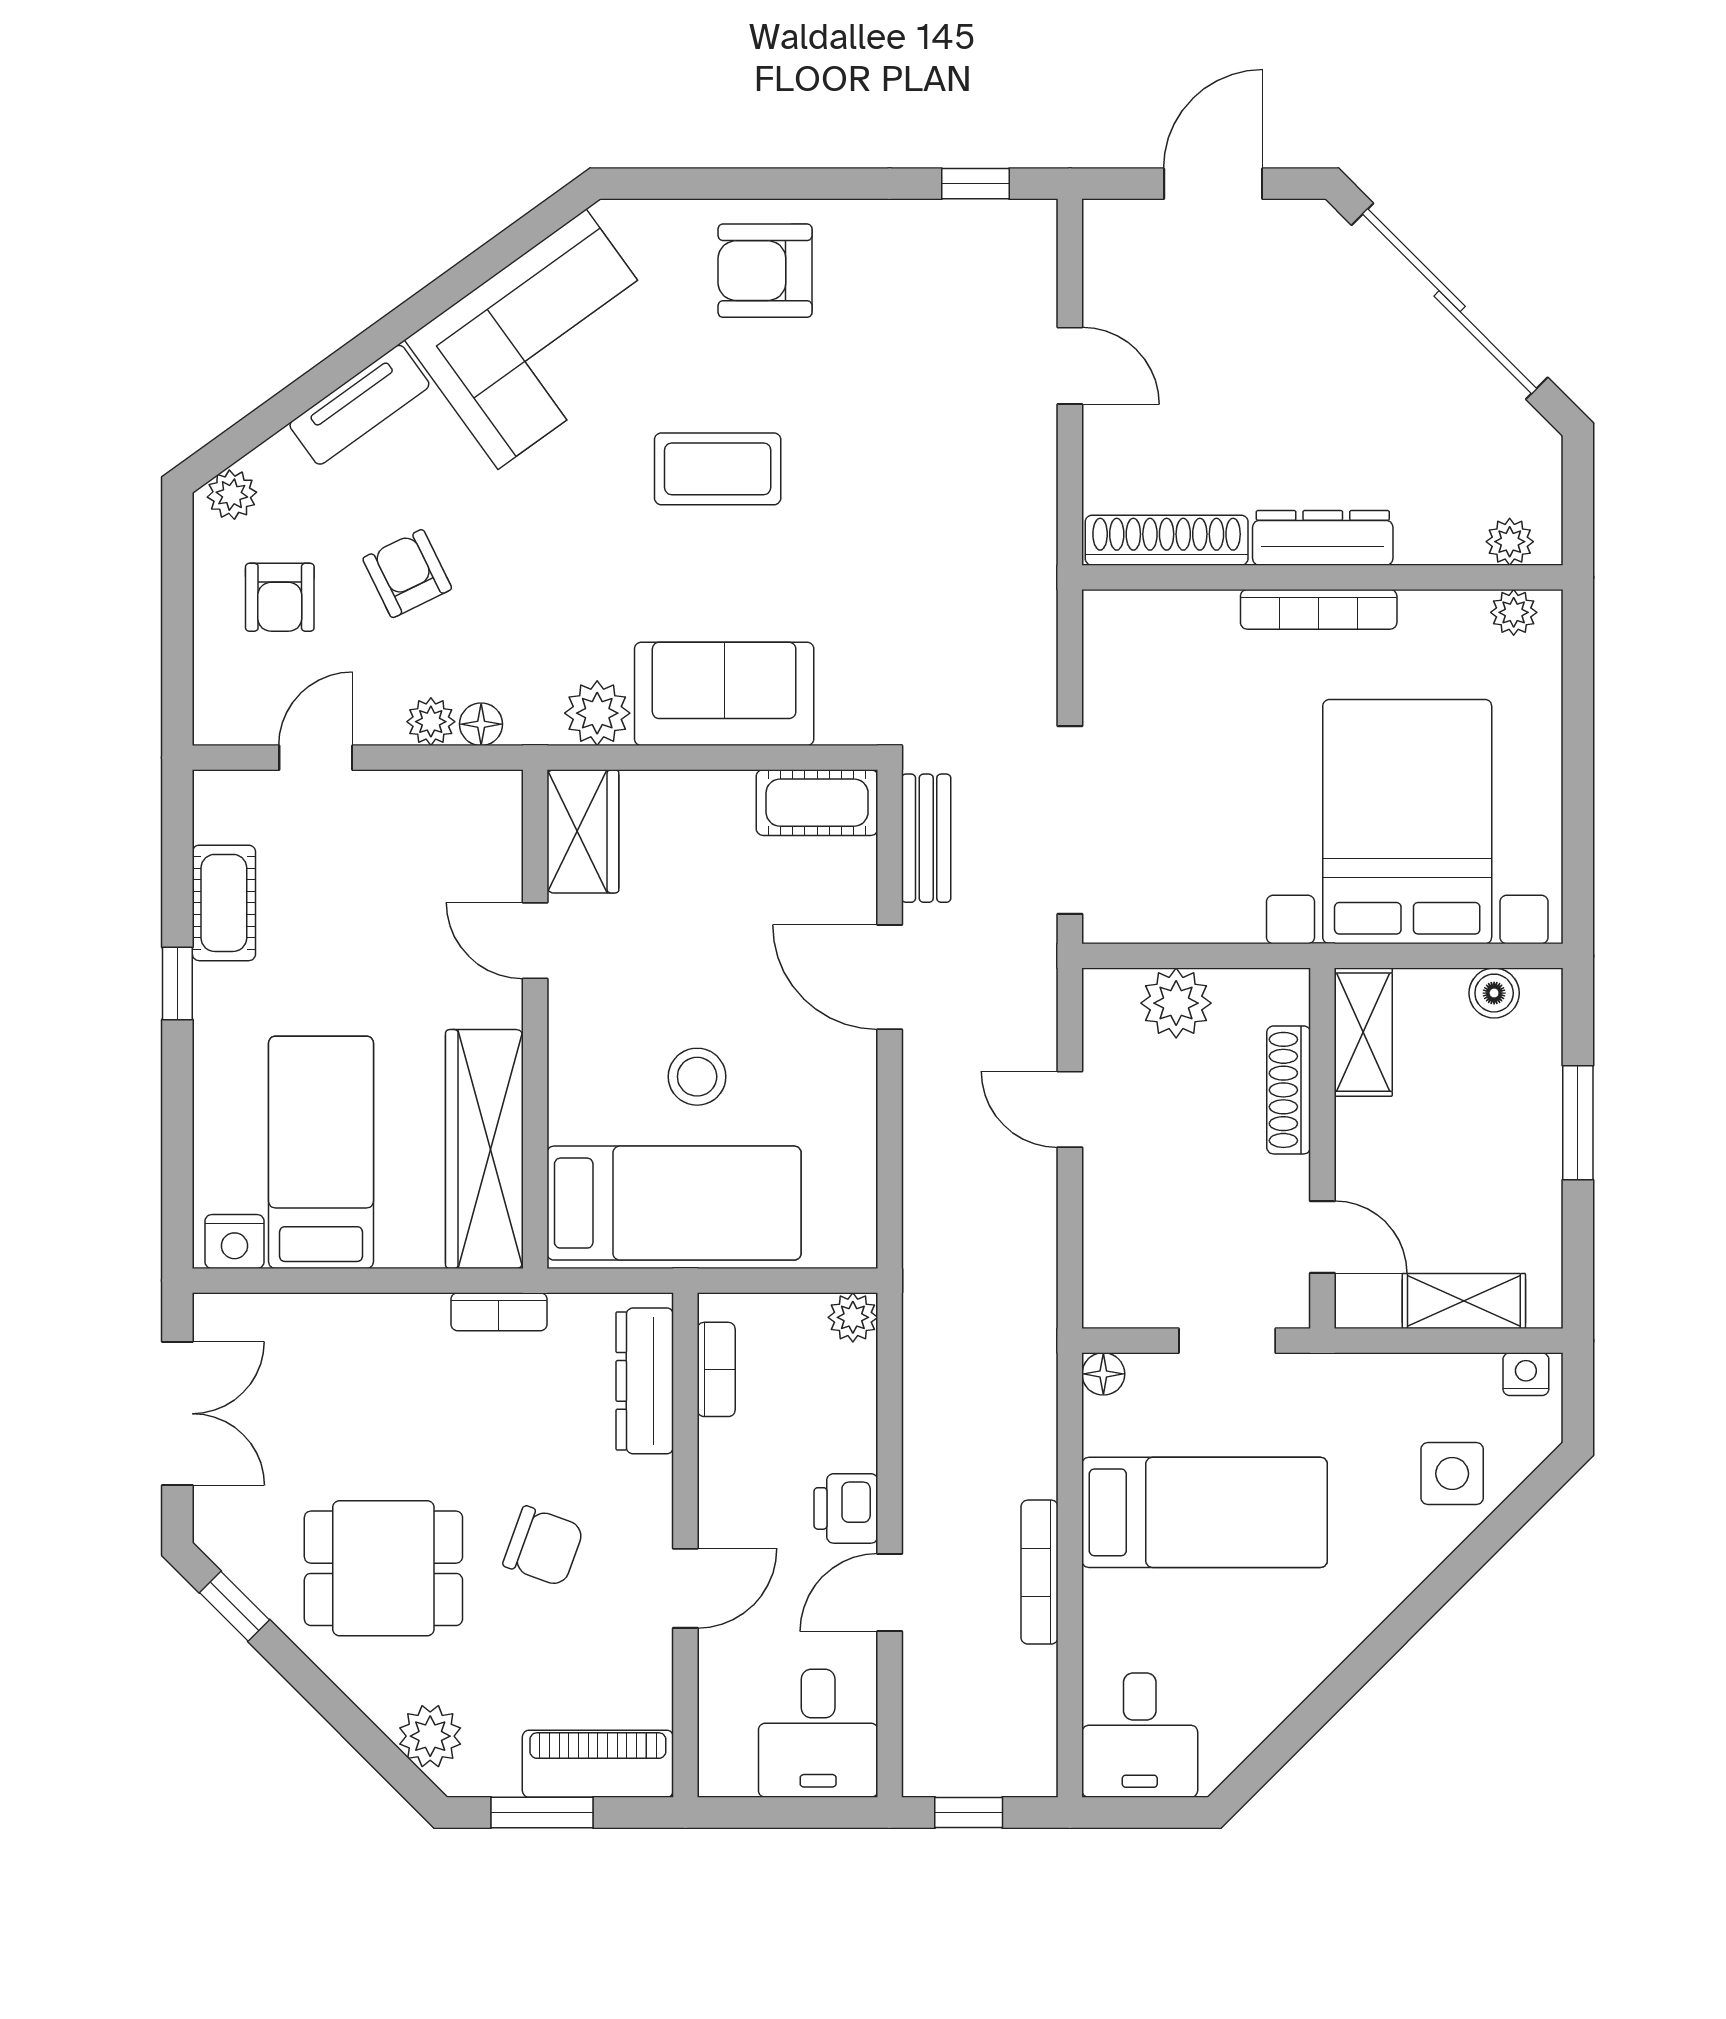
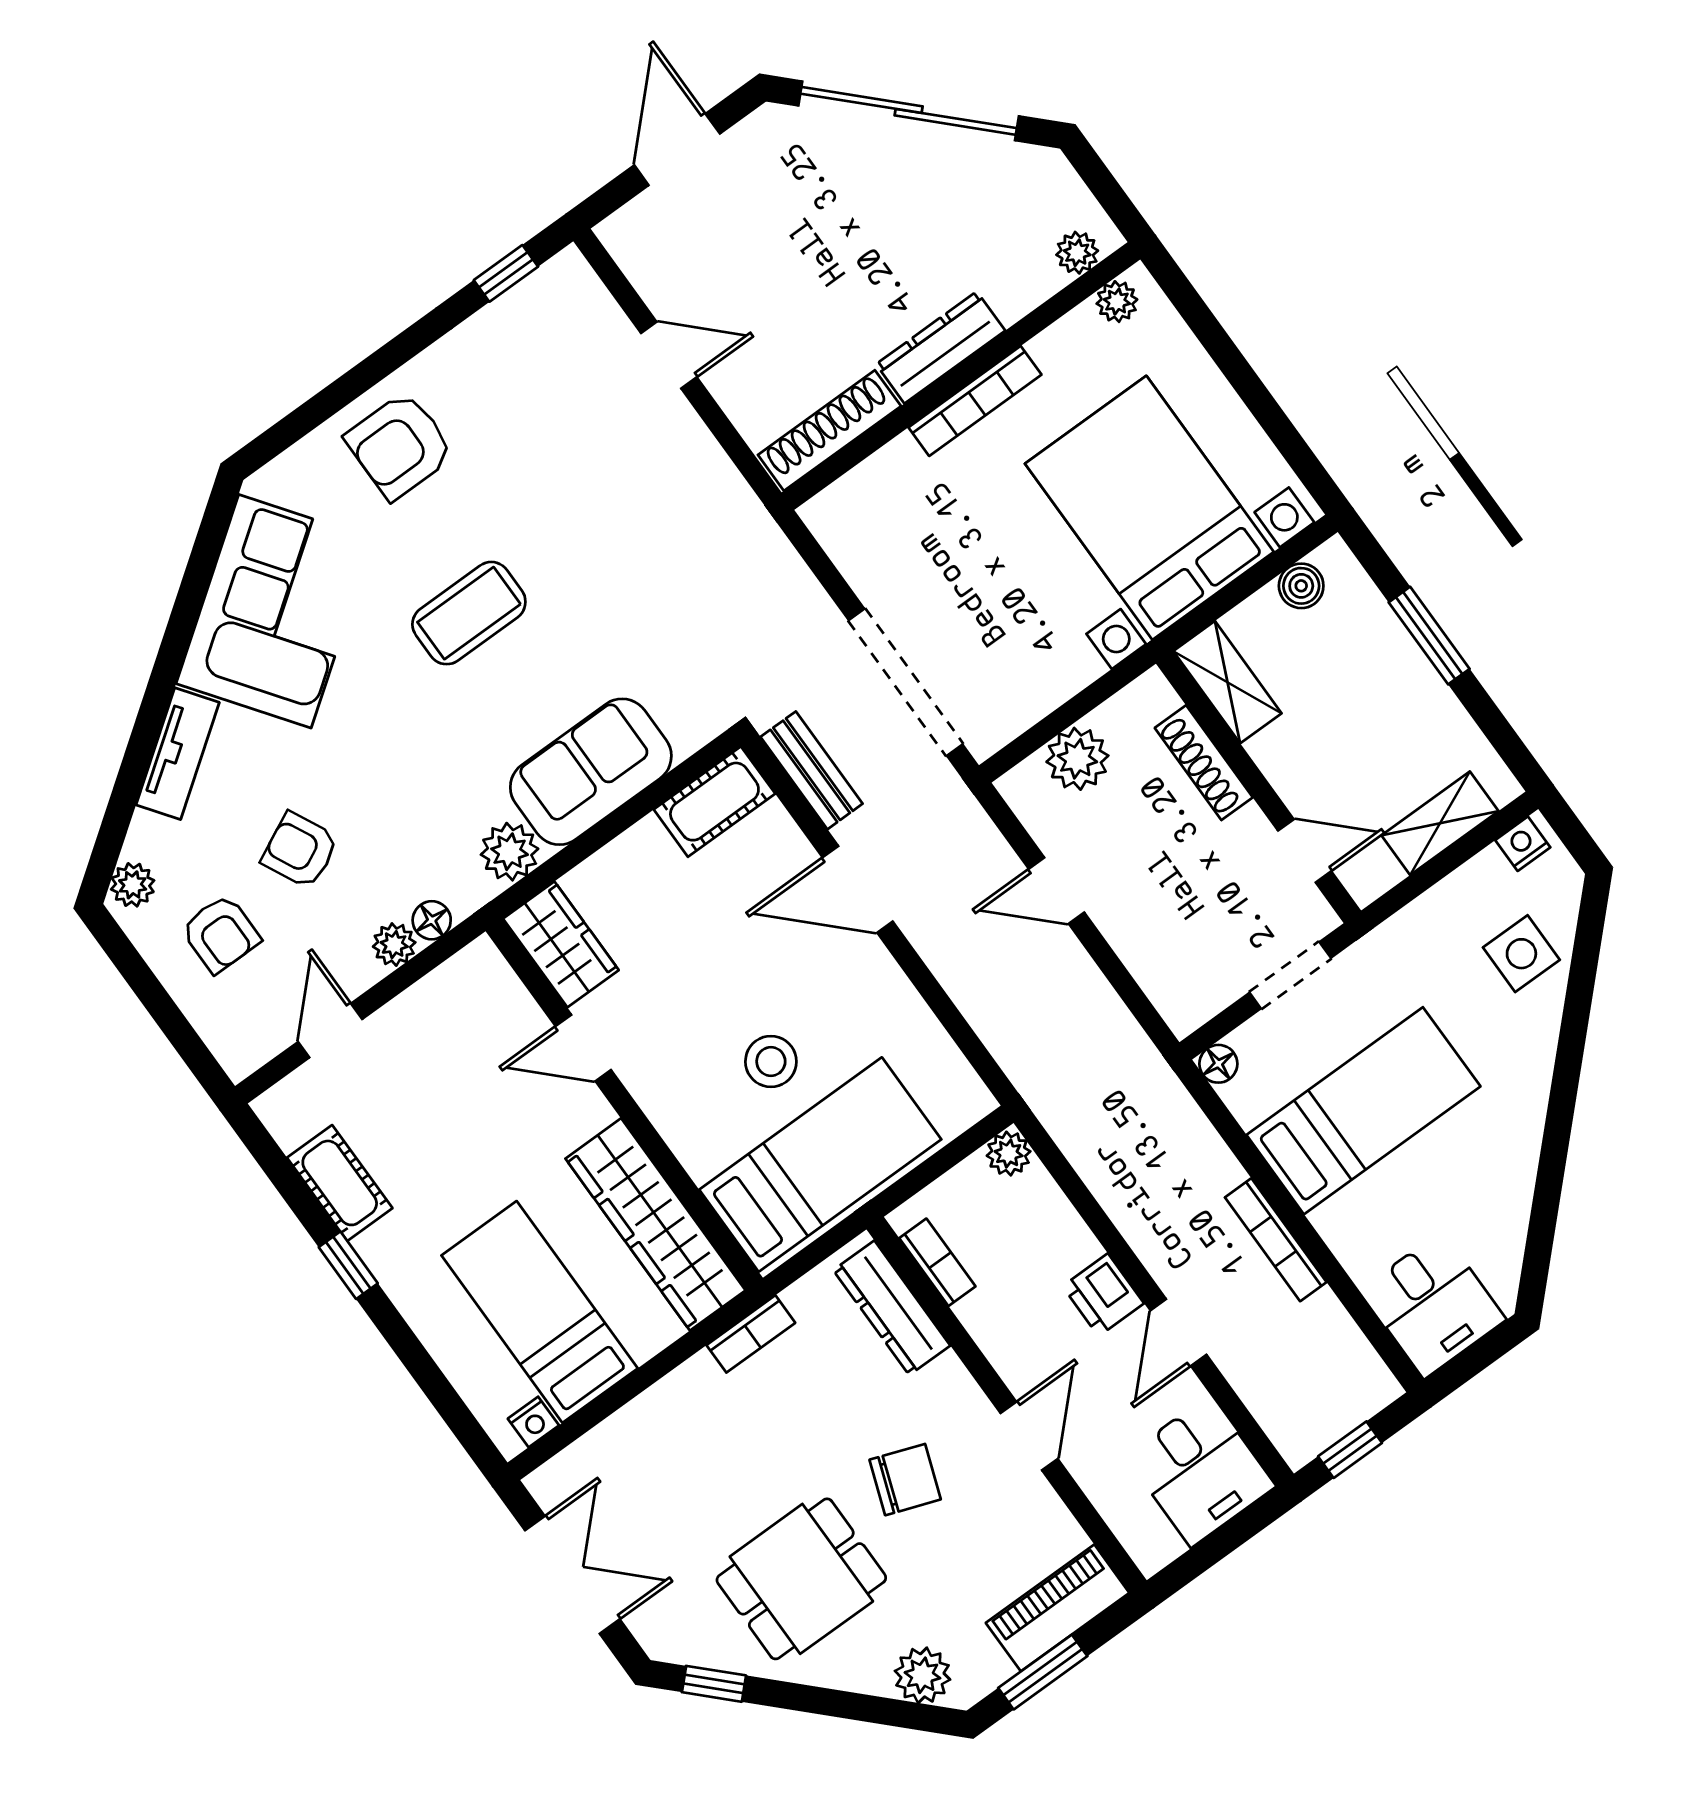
nightstand: (234, 1241) -> (533, 1422), width x0.72, depth x0.74

